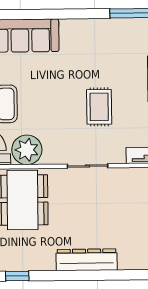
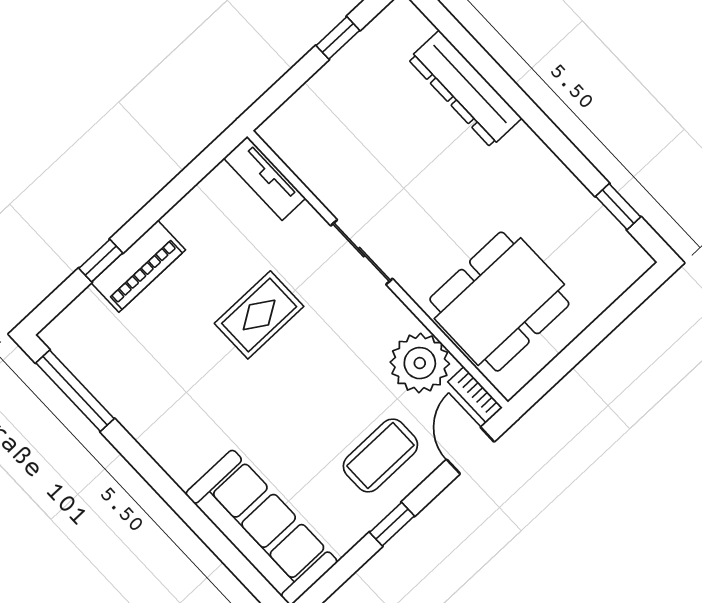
dresser: (87, 260) -> (465, 89), moved

